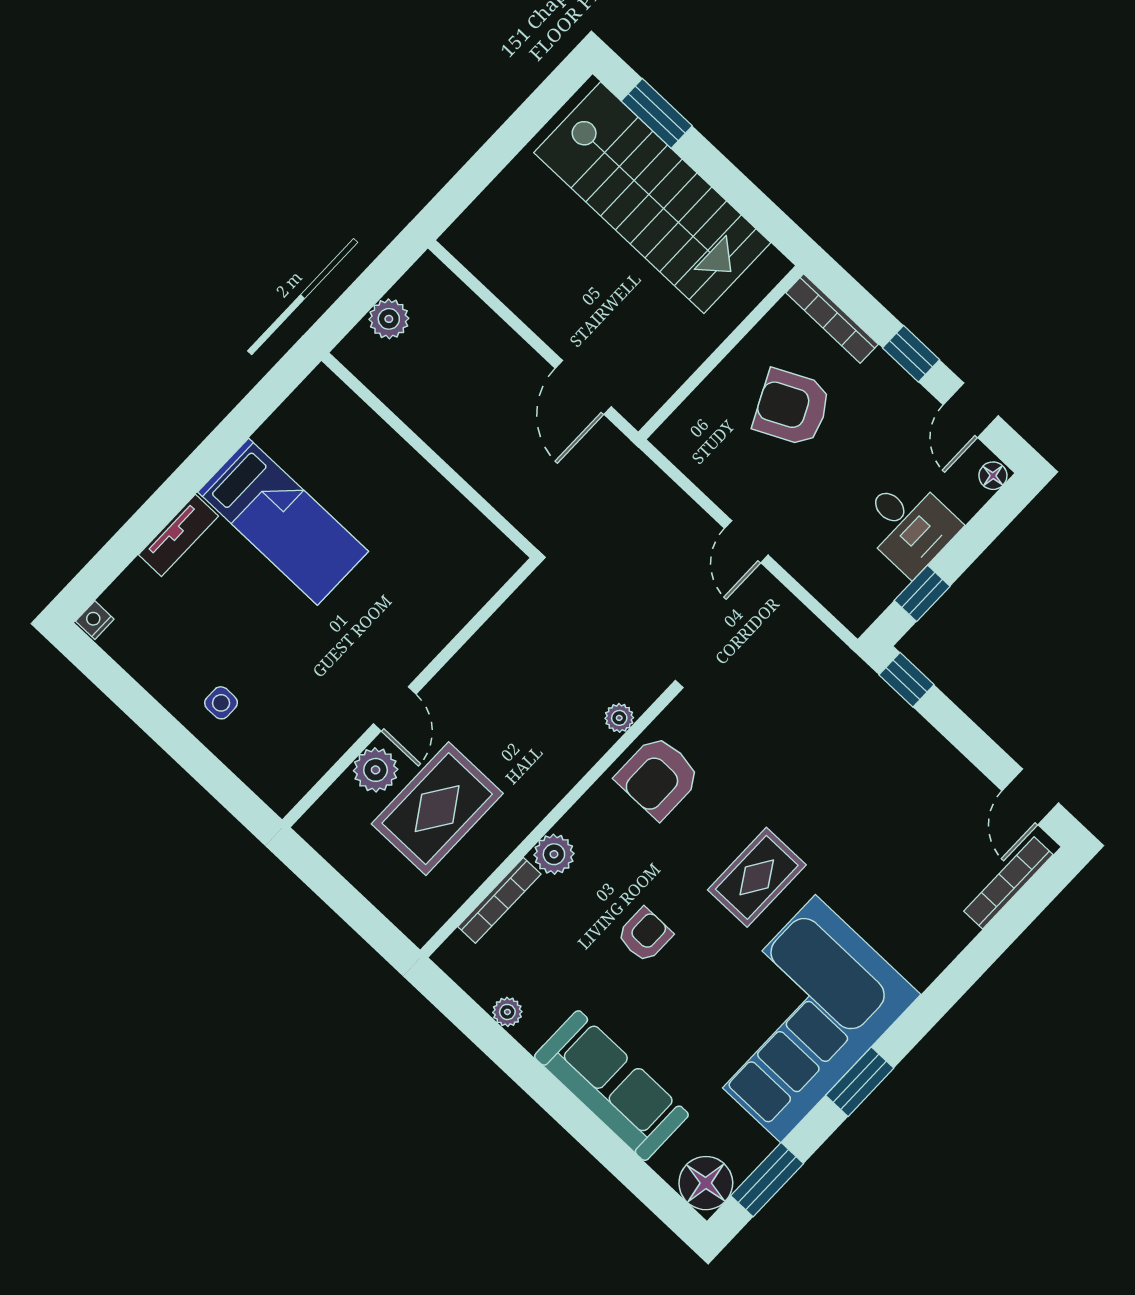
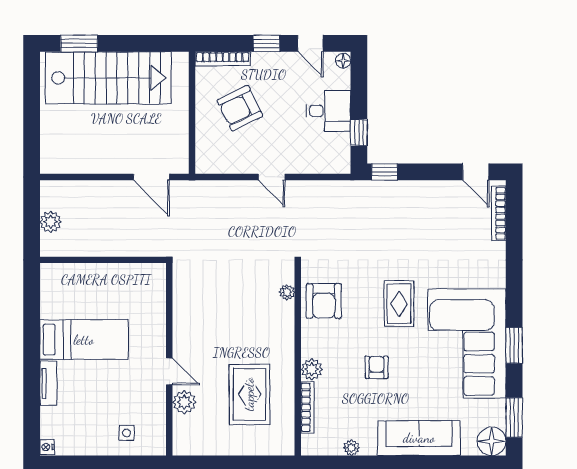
wall: (410, 693) -> (169, 359), moved
door: (395, 709) -> (169, 371), moved
plant: (376, 770) -> (184, 402), moved

